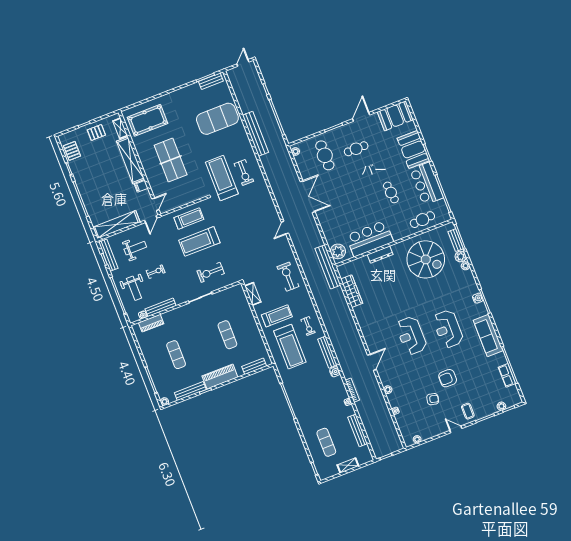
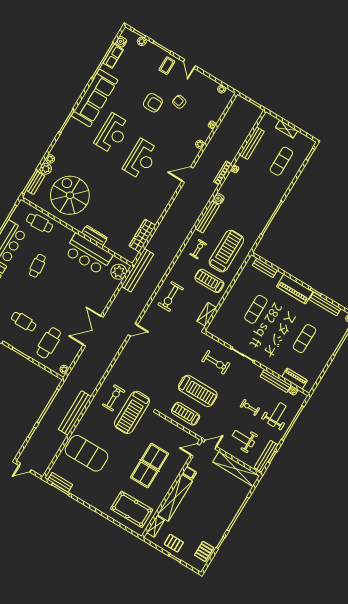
water cooler: (478, 298) -> (121, 42), moved
sofa: (488, 335) -> (95, 98), width x1.36, depth x1.27

